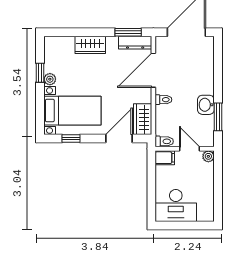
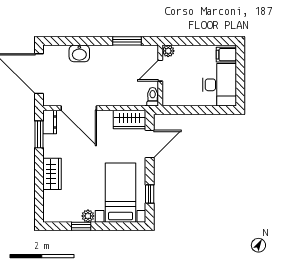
dresser: (135, 43) -> (50, 122), width x0.70
toilet: (163, 100) -> (109, 98), removed
washbasin: (206, 105) -> (79, 53), moved
door: (119, 138) -> (150, 144), swing flipped
filing cabinet: (165, 158) -> (226, 55), moved, turned -90

